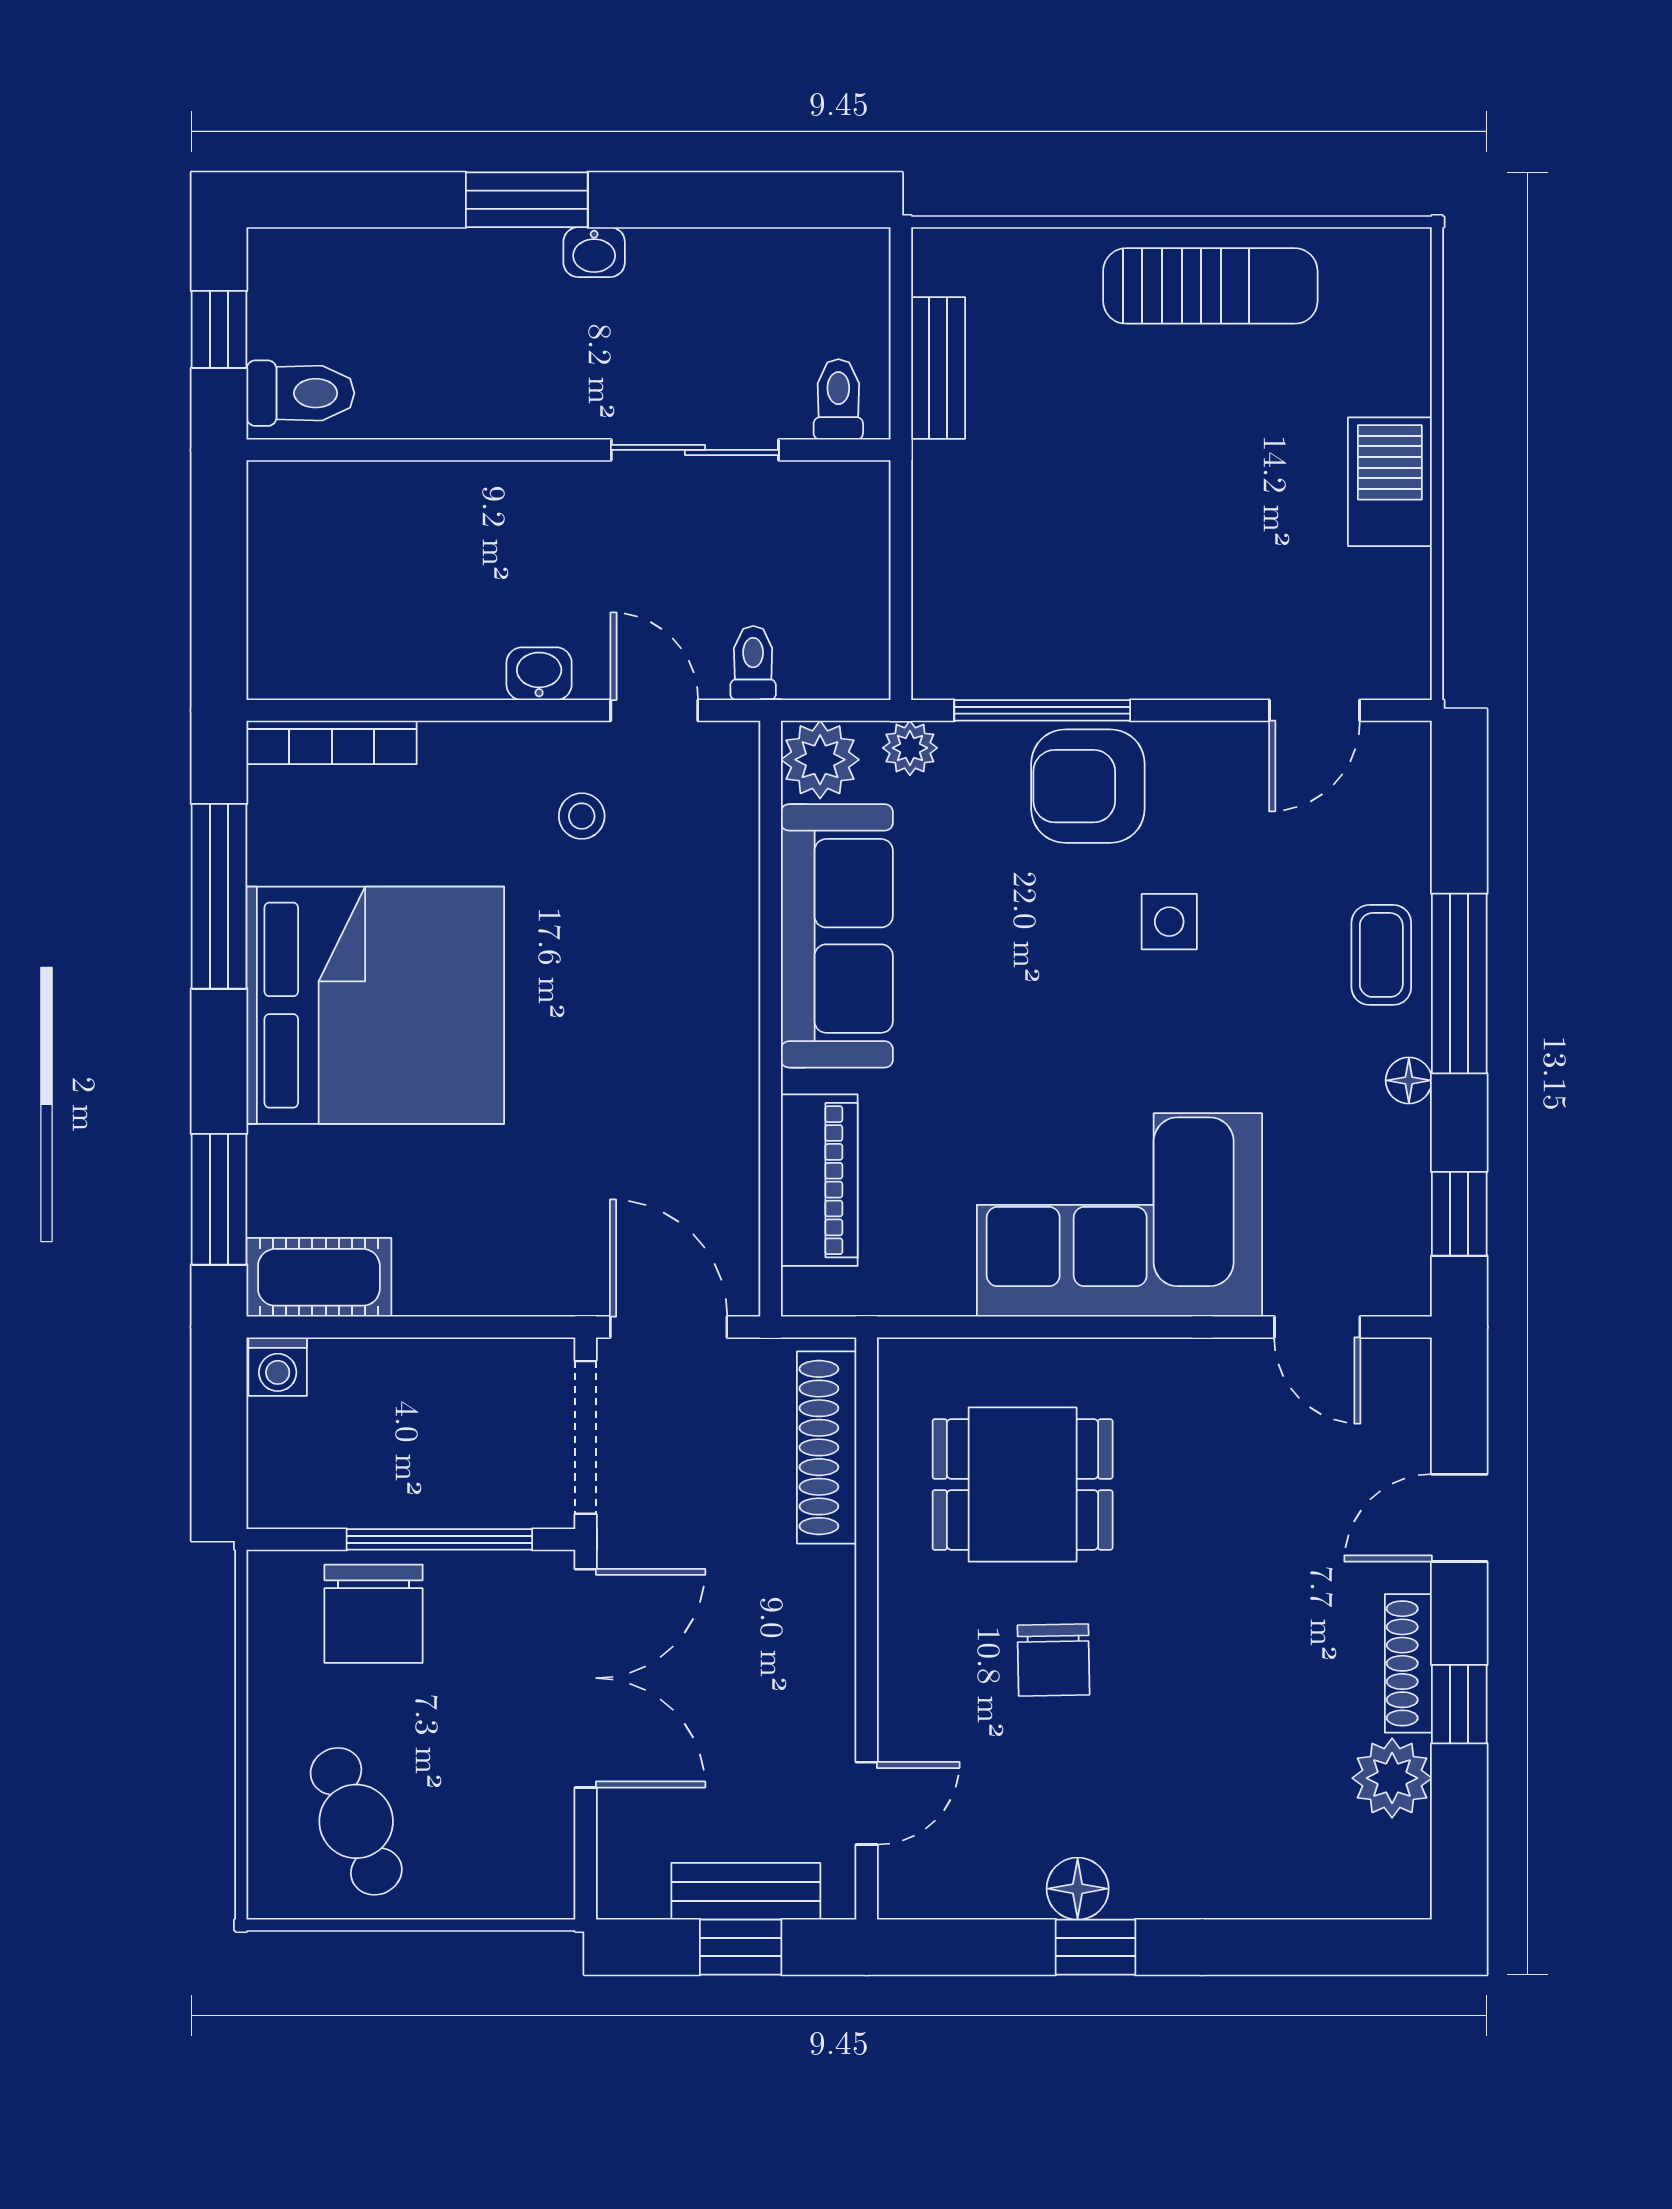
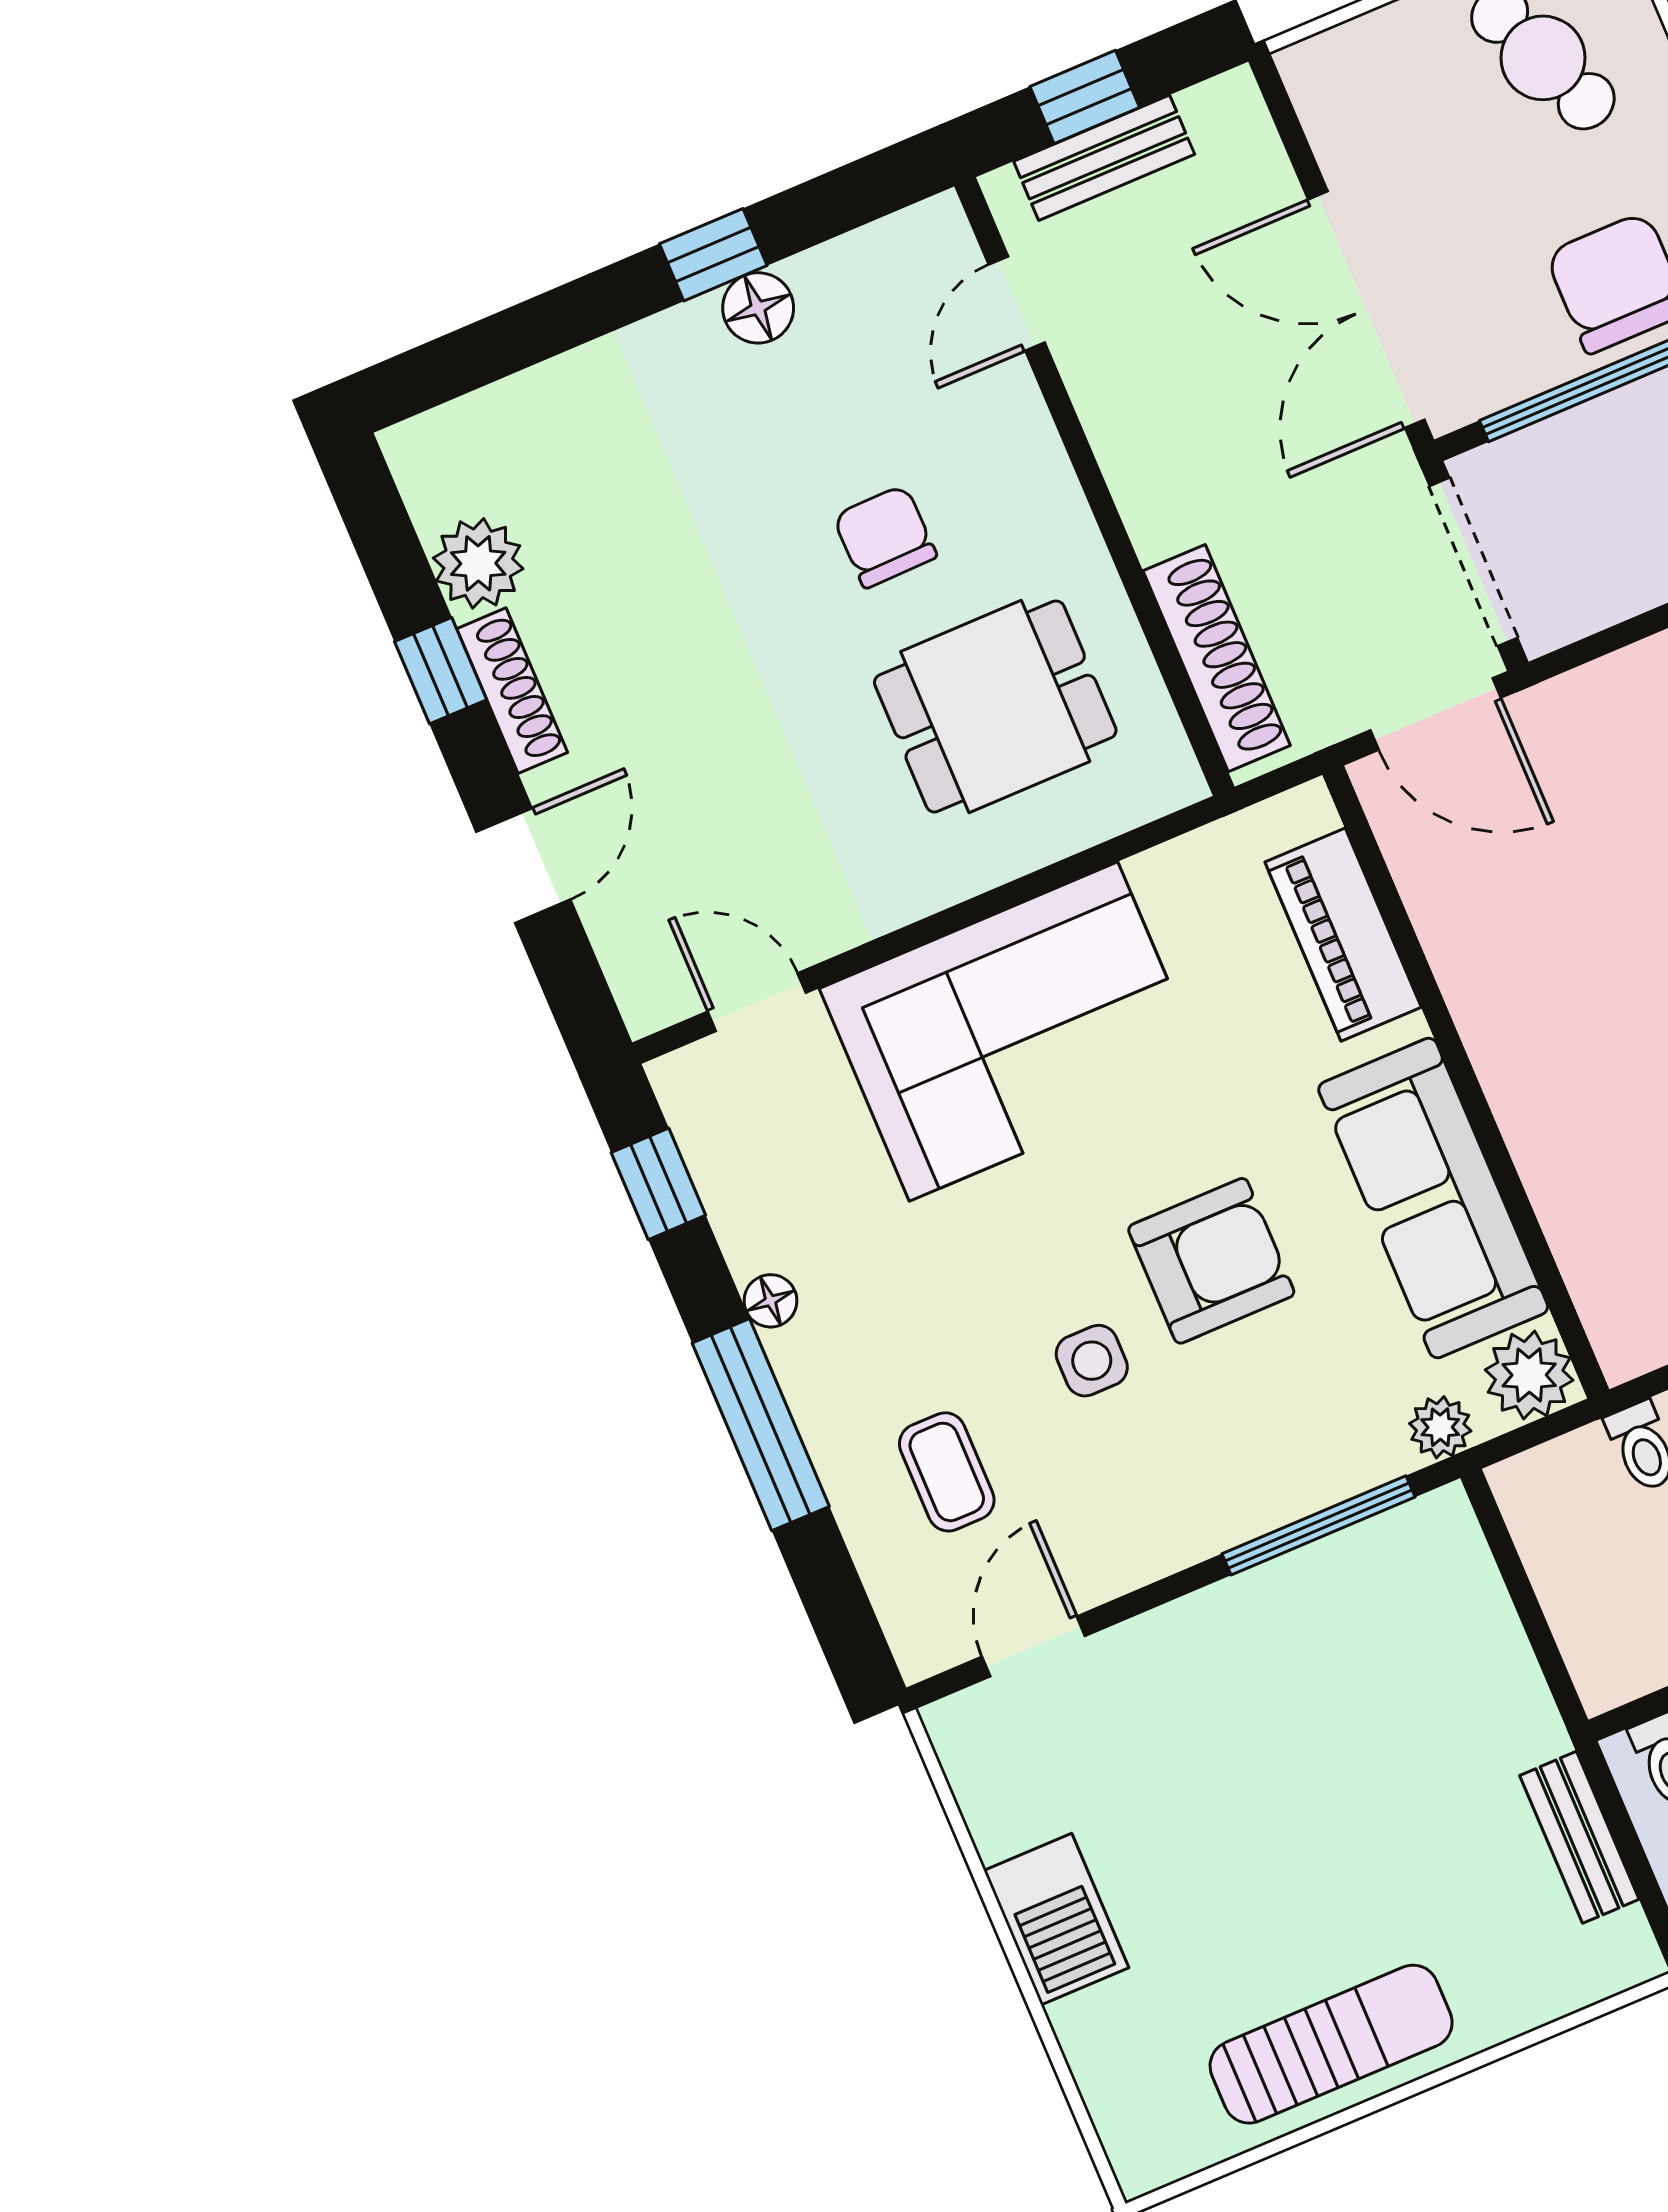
sun lounger: (1210, 286) -> (1331, 2044), turned 180
armchair: (1088, 786) -> (1211, 1261), moved
coffee table: (1381, 955) -> (947, 1472), moved

